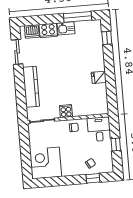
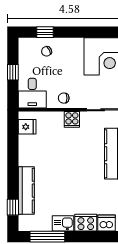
kitchen counter: (97, 52) -> (26, 191), added
fridge: (99, 77) -> (27, 127), moved

